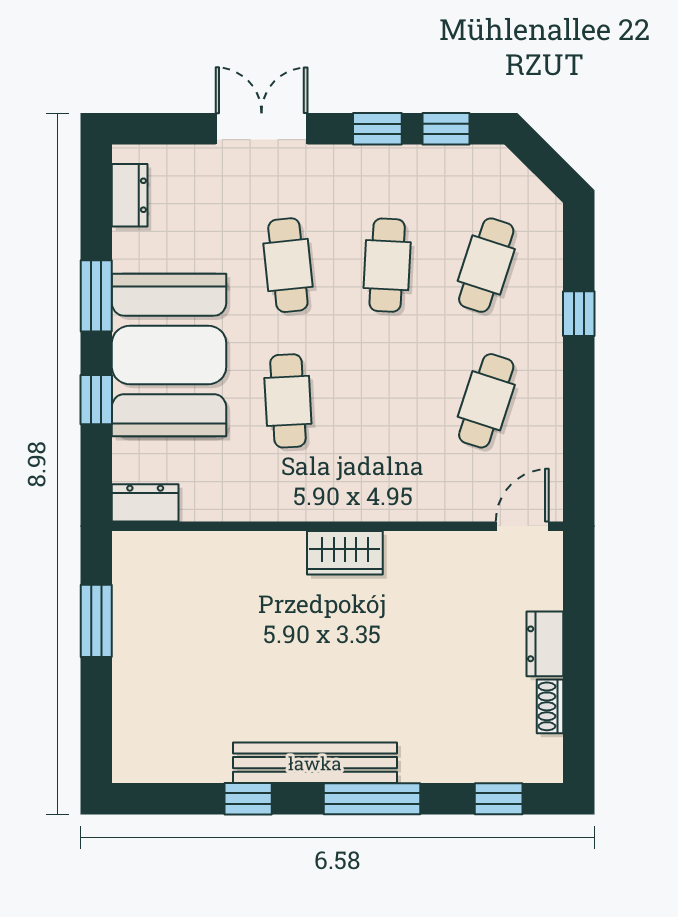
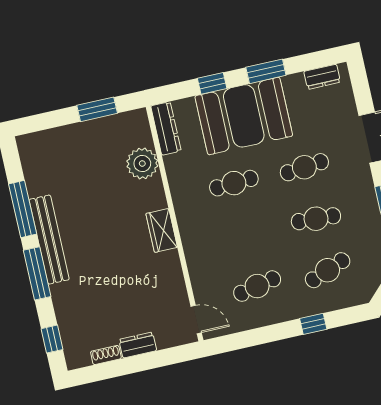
cafe table: (486, 265) -> (328, 270), turned -39
cafe table: (486, 401) -> (257, 286), turned -30
dresser: (145, 503) -> (166, 128), width x1.44
plant: (214, 561) -> (142, 164), added
window: (248, 799) -> (23, 209), width x2.17

